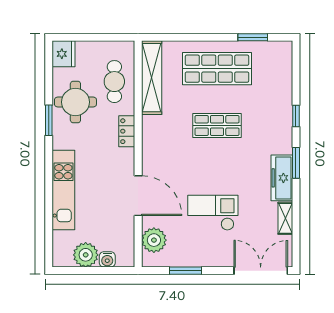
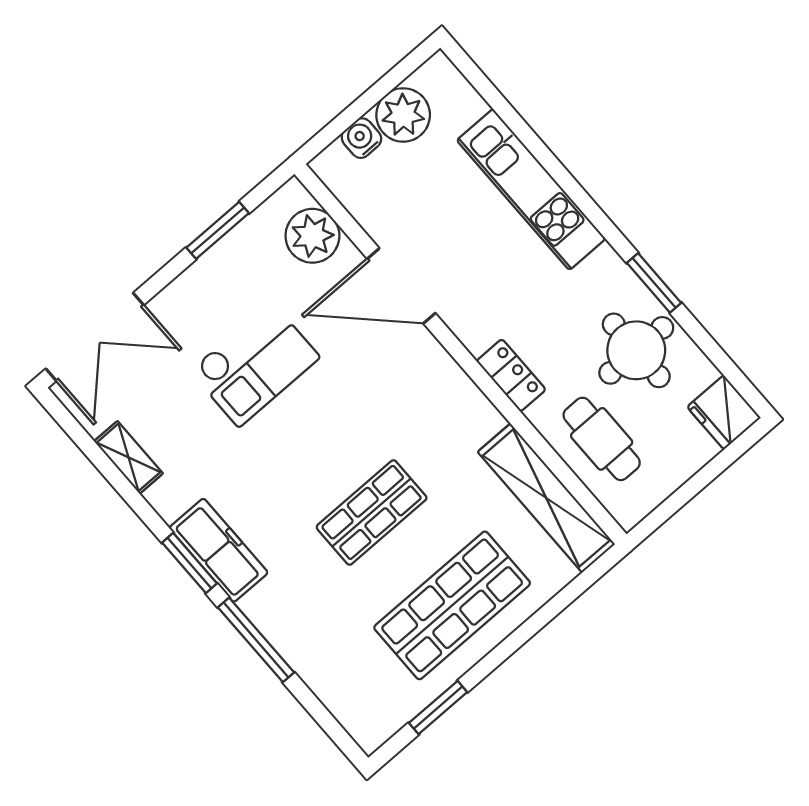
window: (296, 116) -> (256, 640), width x2.17
freezer: (282, 178) -> (219, 550), moved

